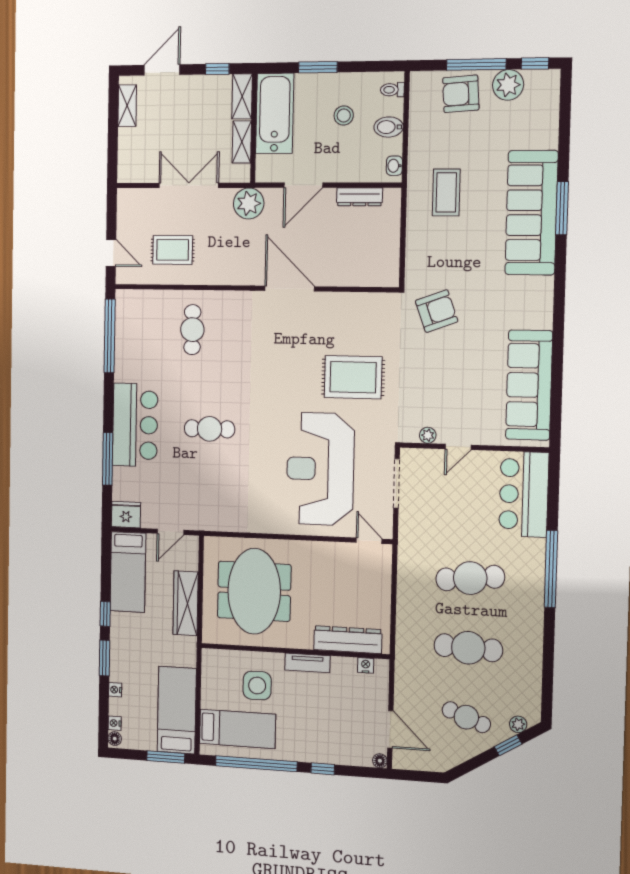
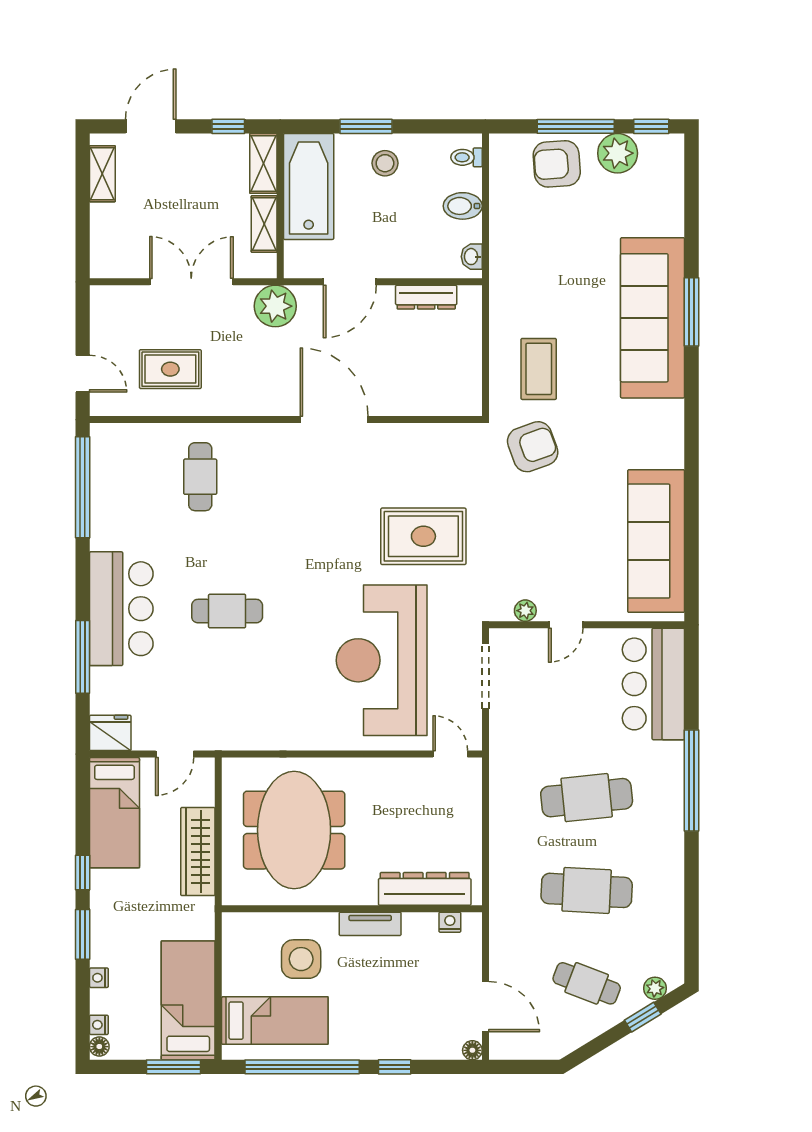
stool: (344, 116) -> (385, 163), moved
coffee table: (446, 192) -> (539, 369), moved

